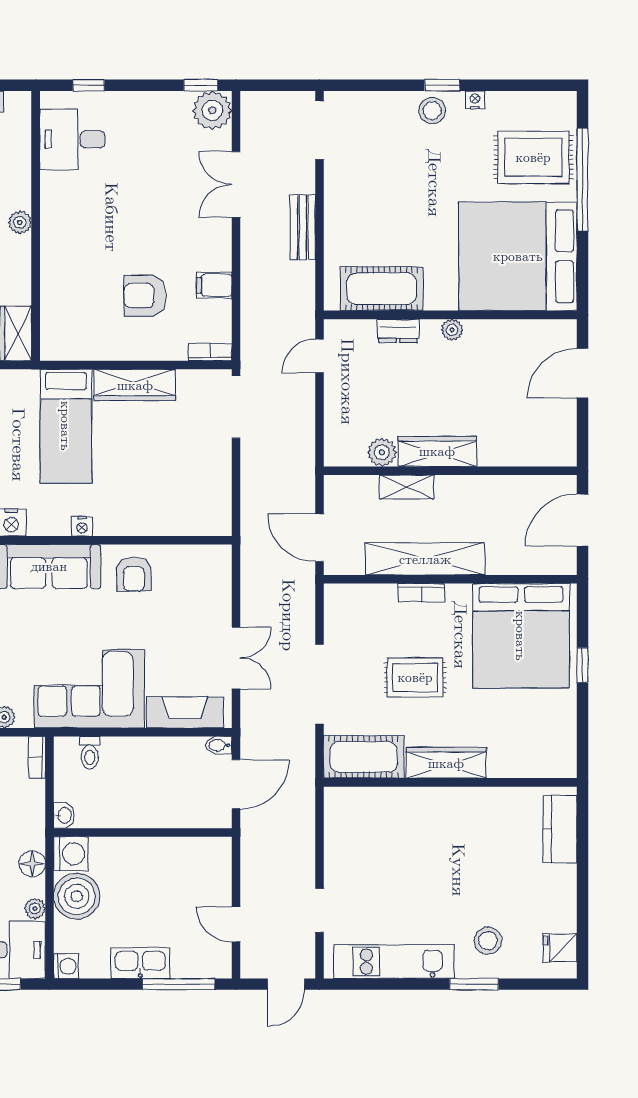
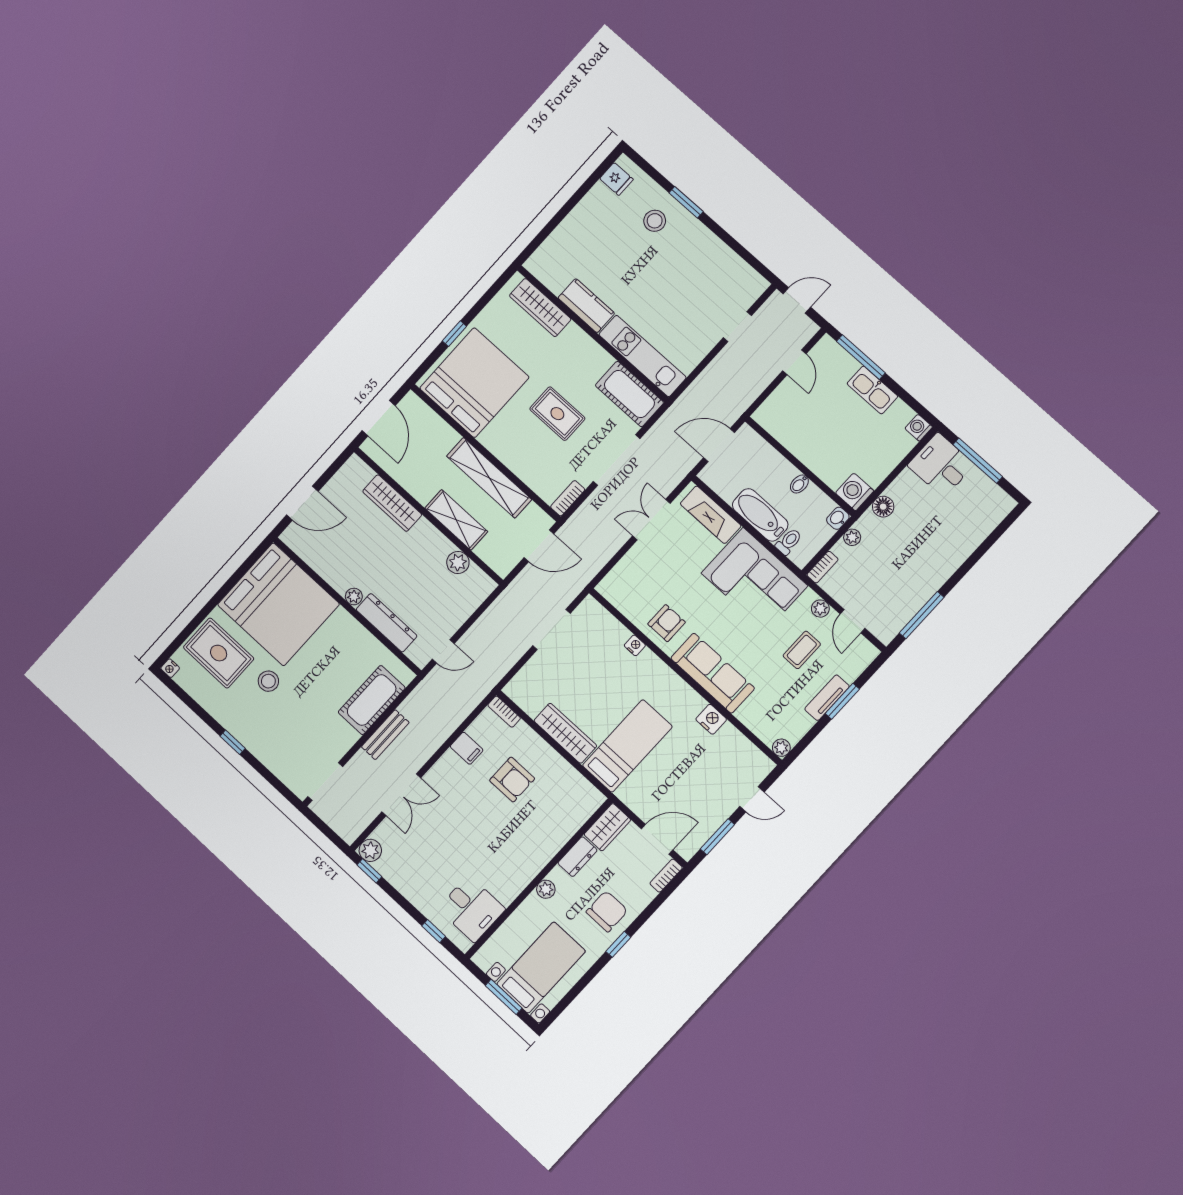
nightstand: (475, 100) -> (170, 668), moved
plant: (212, 110) -> (370, 850), width x0.73, depth x0.73
stool: (432, 111) -> (268, 681), moved
window: (582, 180) -> (203, 615), removed
dresser: (18, 280) -> (578, 857), added
cot: (382, 289) -> (372, 700), moved, turned 90
dresser: (398, 331) -> (387, 623), width x1.96, depth x1.24
doorway: (236, 407) -> (552, 629), moved
wardrobe: (437, 451) -> (392, 503), moved
shelving: (407, 487) -> (456, 520), width x1.50, depth x1.33
door: (582, 520) -> (379, 418), hinge flipped
nightstand: (82, 526) -> (635, 645), moved
door: (319, 538) -> (539, 546), hinge flipped
bookcase: (422, 593) -> (568, 498), moved, turned -90
bidet: (219, 745) -> (799, 484), moved, turned 90
bathtub: (139, 754) -> (760, 515), added
wardrobe: (446, 763) -> (540, 308), moved
kitchen counter: (560, 829) -> (586, 306), moved, turned -90
boiler: (77, 896) -> (874, 464), removed
plant: (35, 908) -> (852, 537), moved
kitchen unit: (394, 962) -> (642, 356), moved, turned 180

